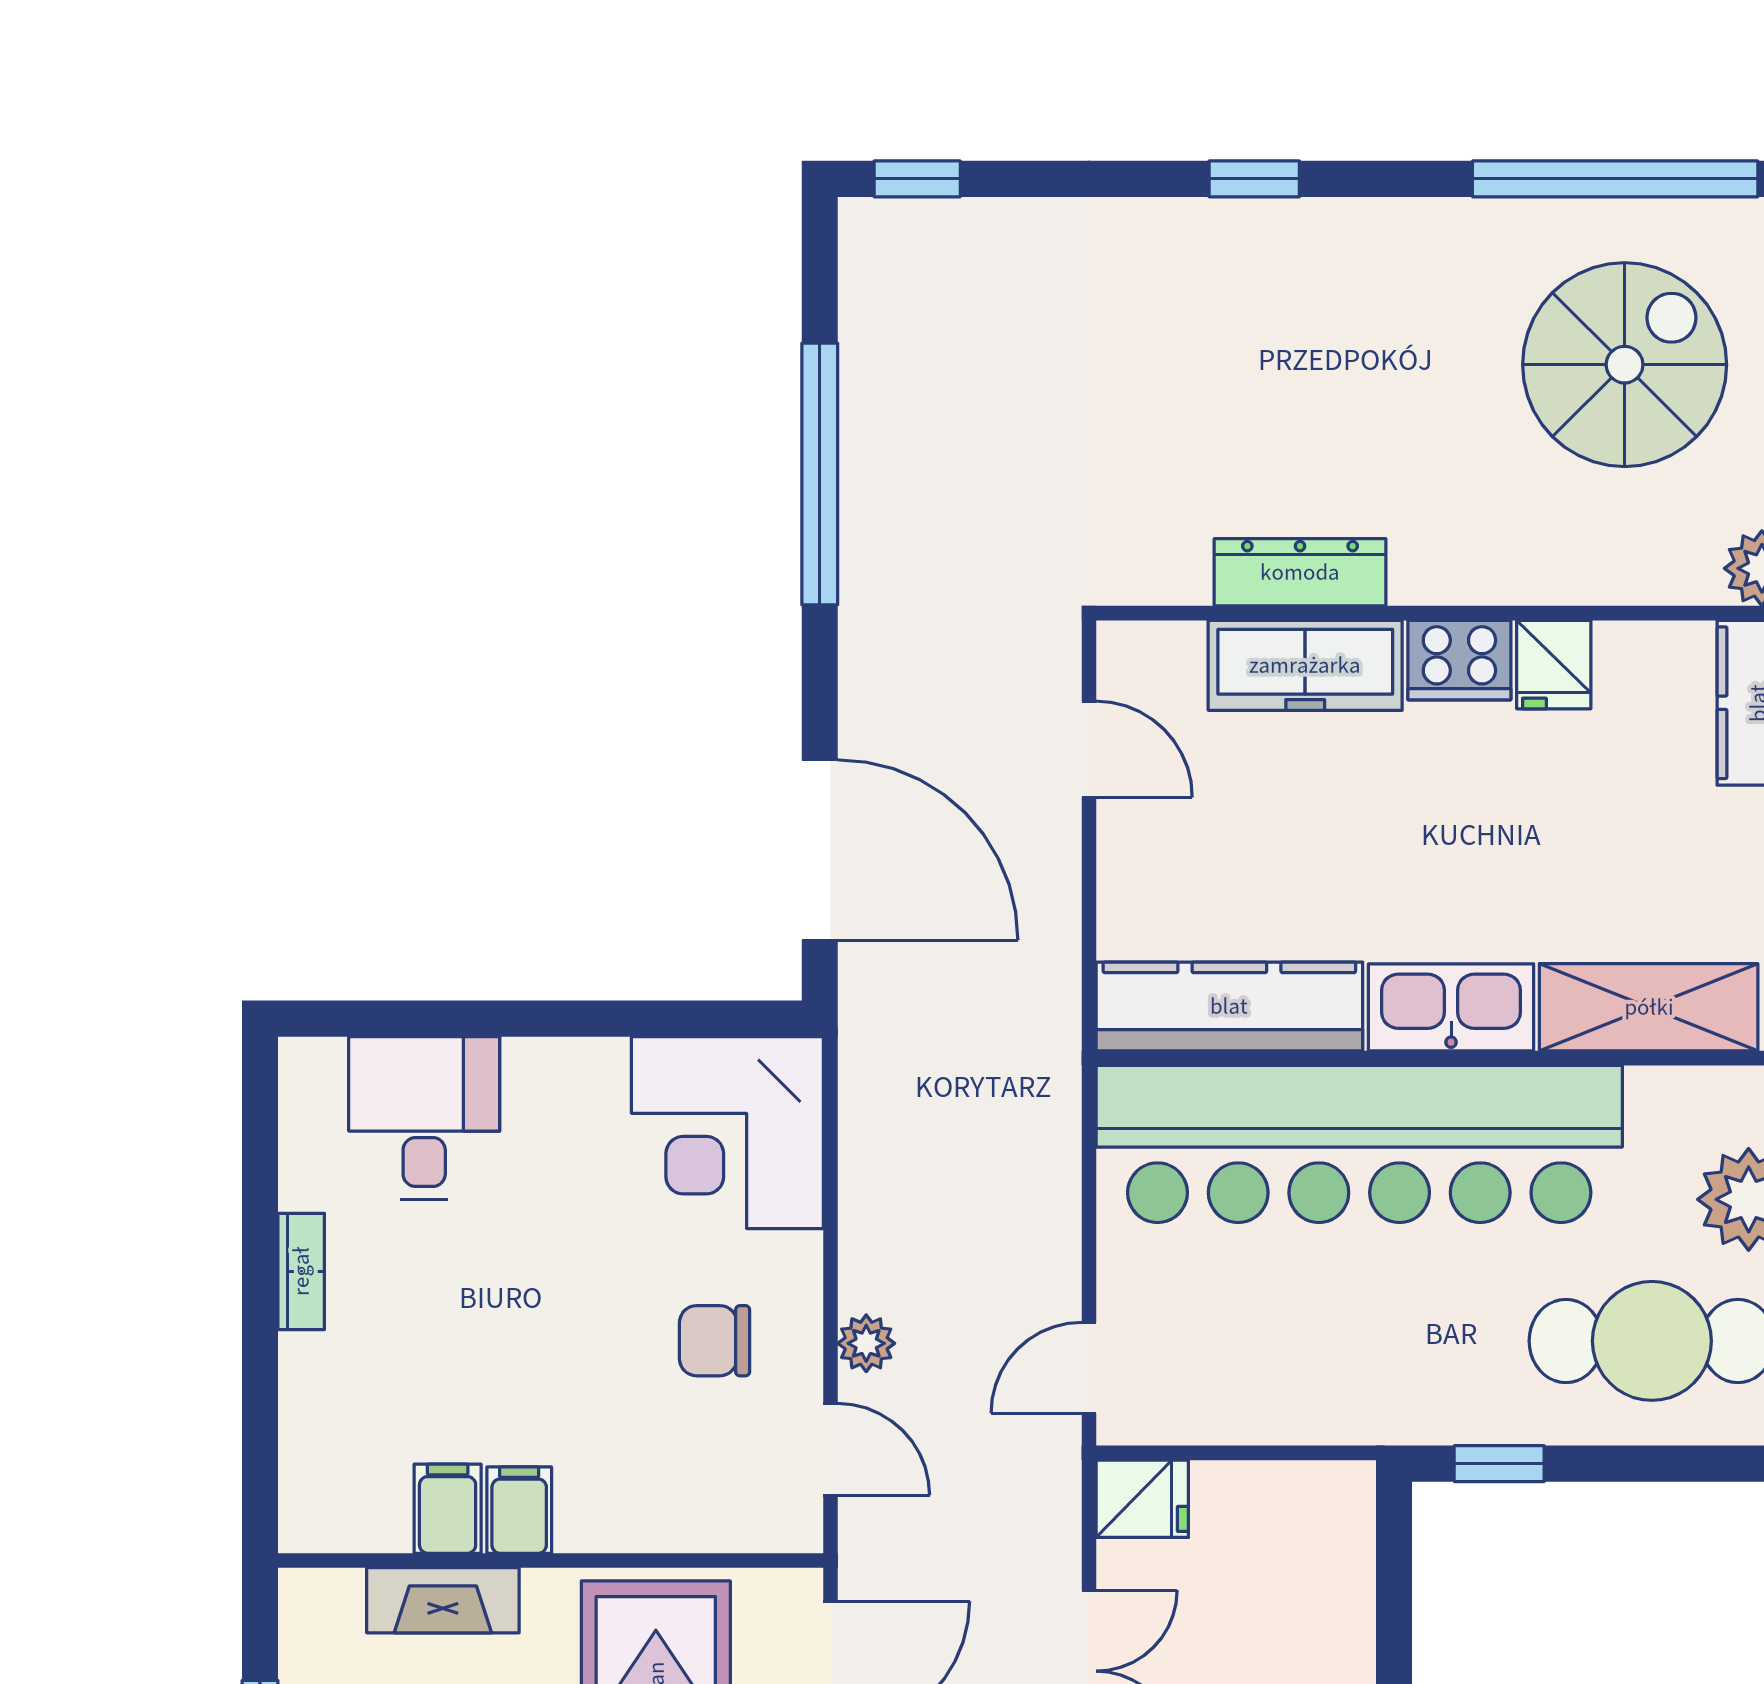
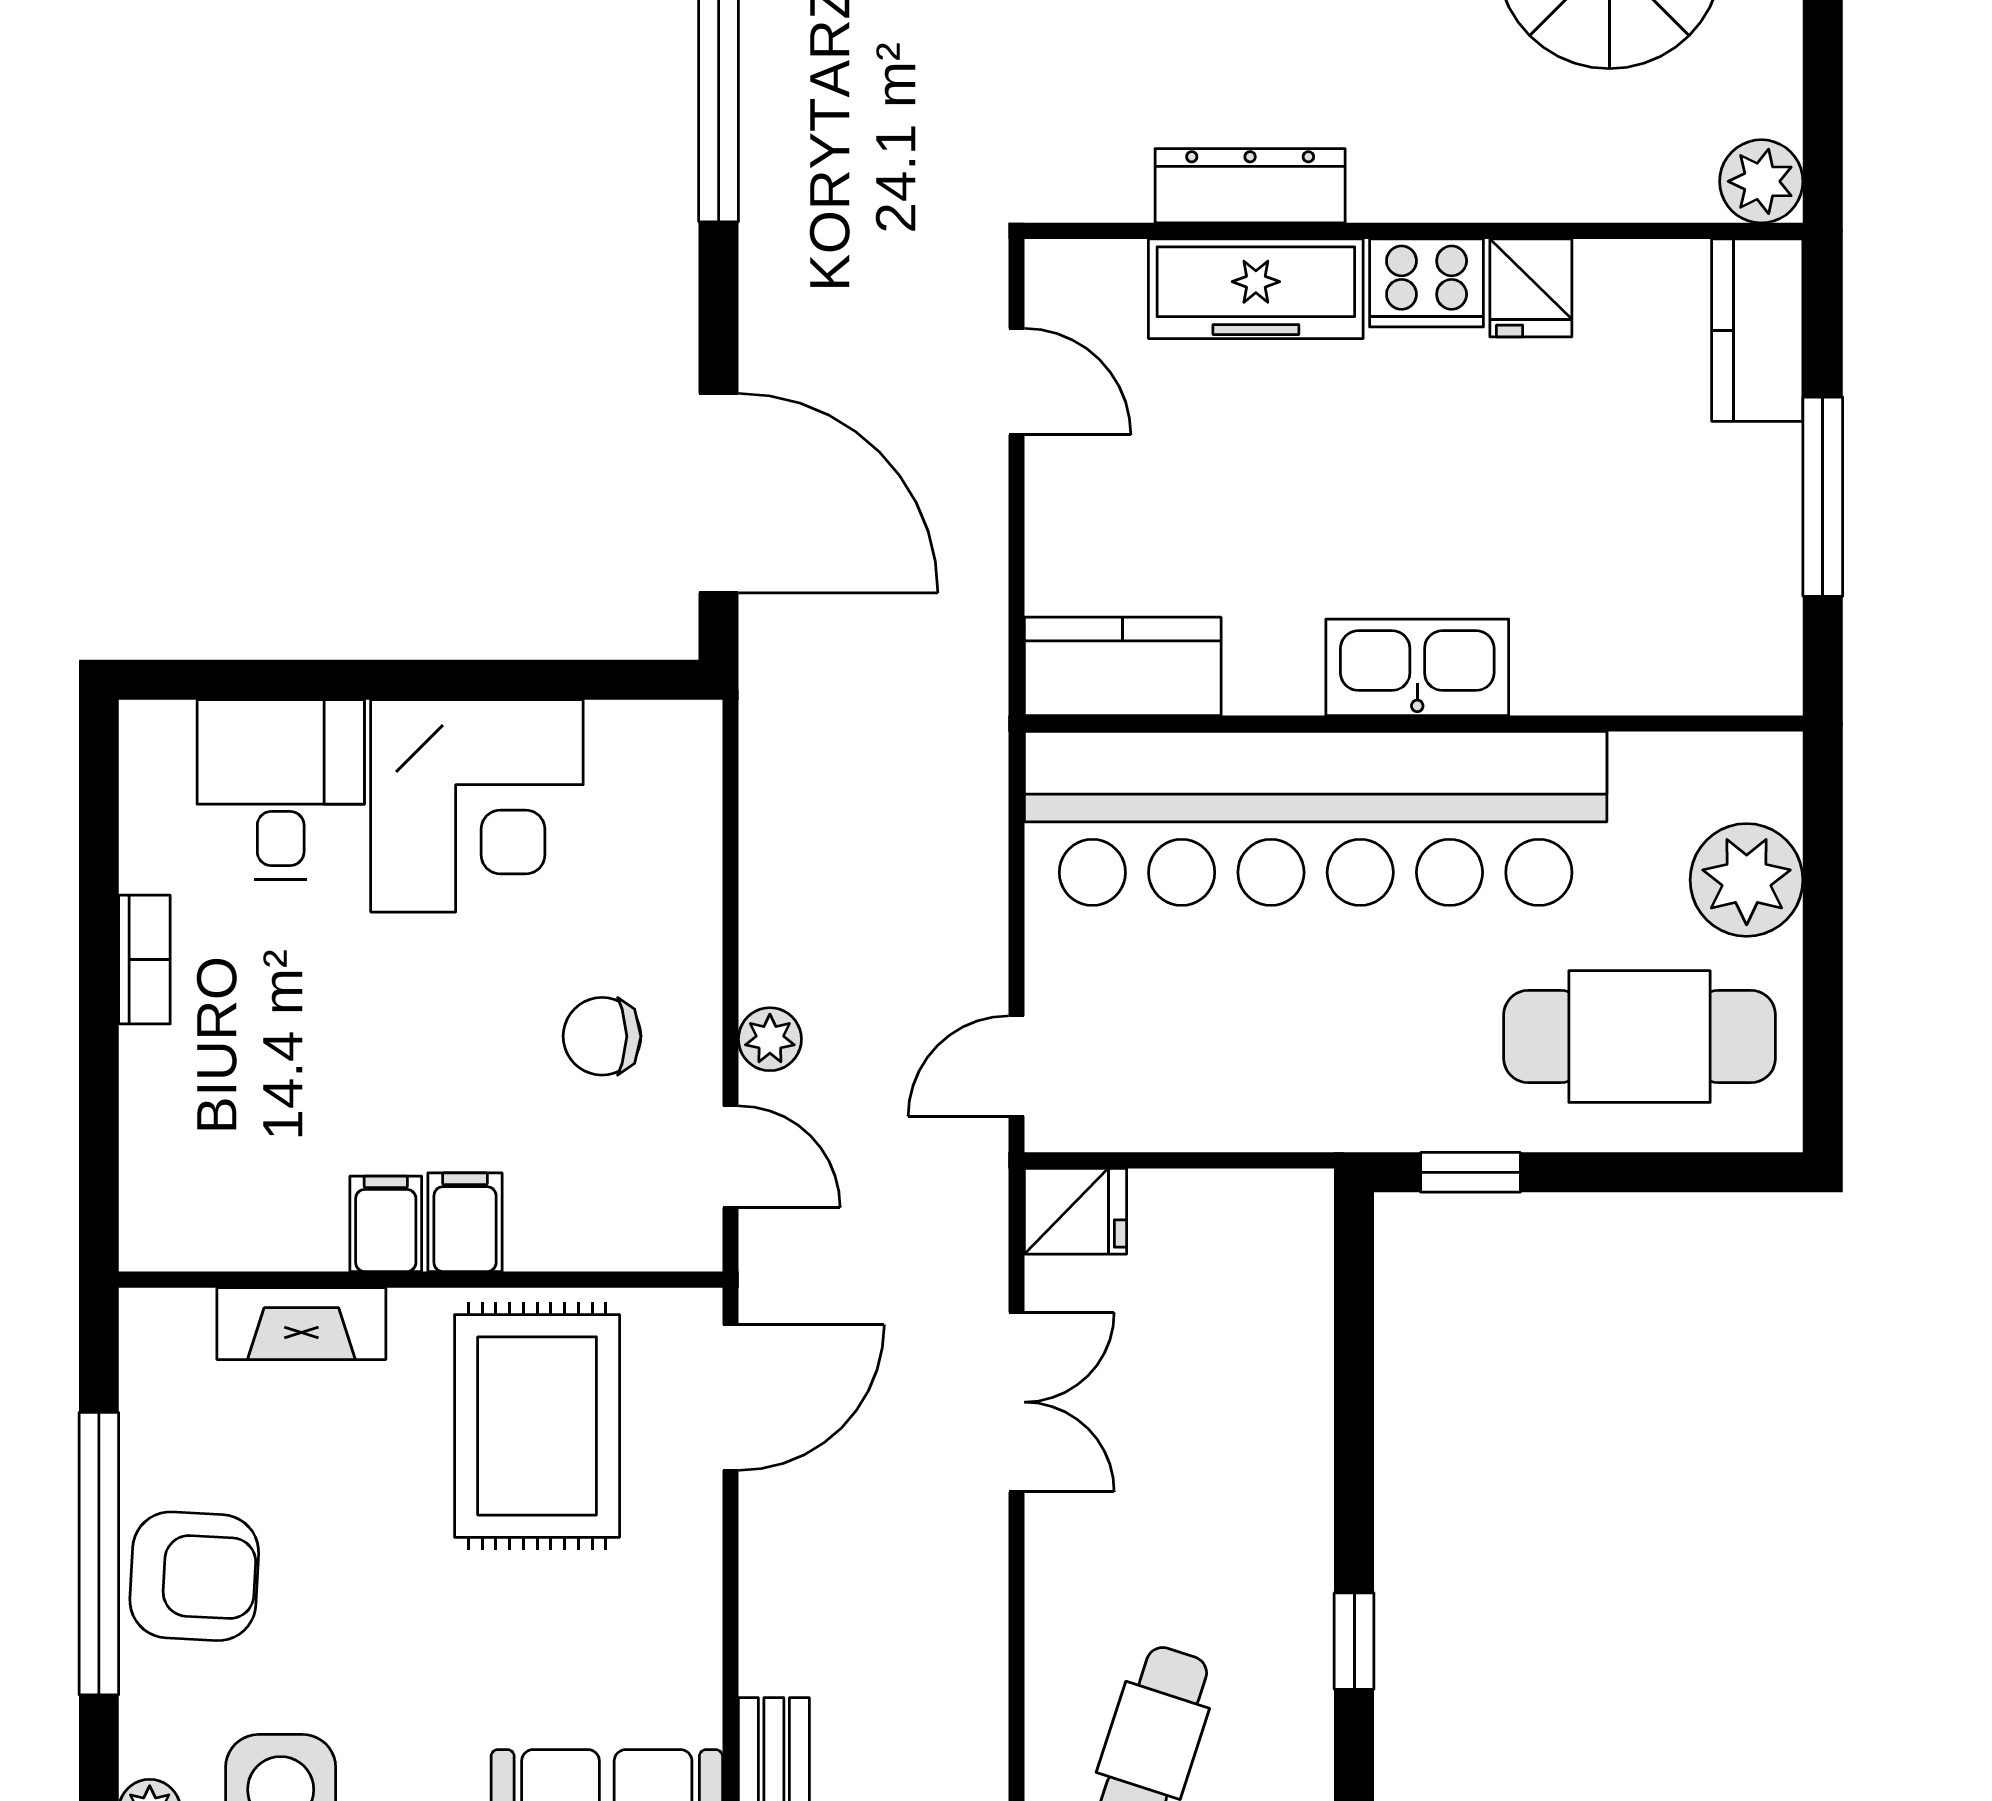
kitchen counter: (1229, 1006) -> (1123, 666), width x0.67
shelving: (1649, 1007) -> (1636, 667), removed
corner desk: (727, 1133) -> (477, 806), moved, turned -90
filing cabinet: (448, 1509) -> (465, 1222), moved

